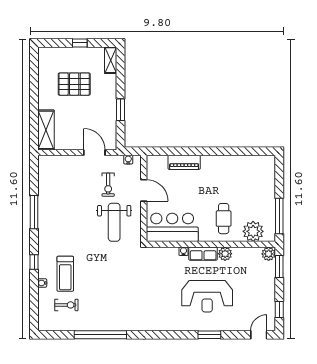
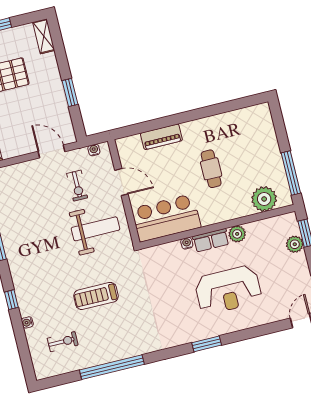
cafe table: (224, 219) -> (211, 169), moved
weight bench: (114, 222) -> (95, 229), turned -90
plant: (269, 254) -> (295, 244), moved
treadmill: (65, 274) -> (96, 296), moved, turned 90
window: (209, 335) -> (207, 344), moved

